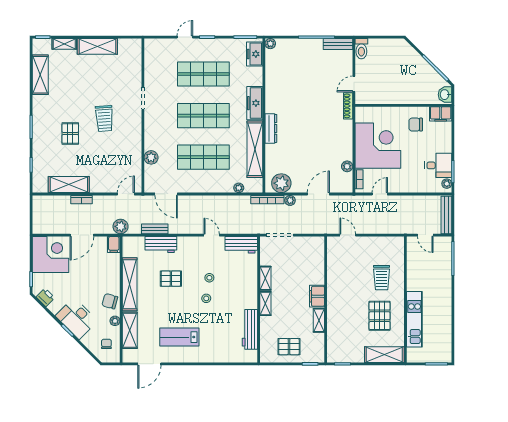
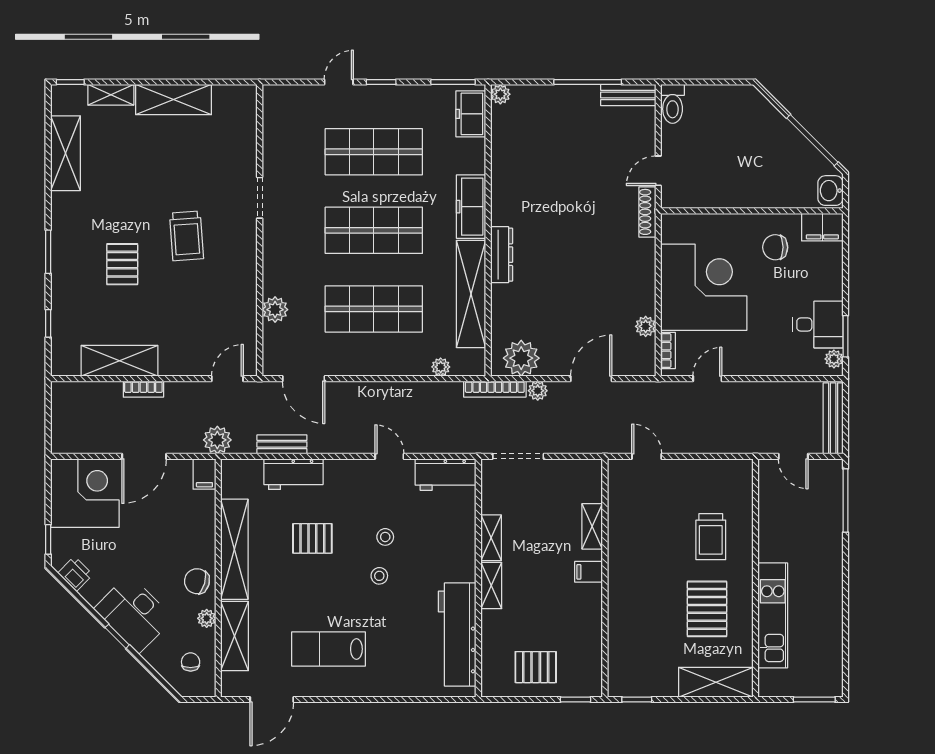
filing cabinet: (317, 296) -> (589, 572), width x0.50
shelving: (319, 320) -> (592, 526), moved
workbench: (250, 329) -> (457, 635), width x1.36, depth x1.32

